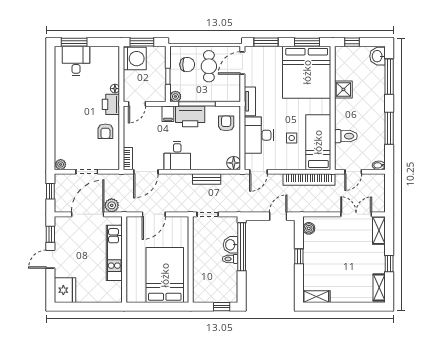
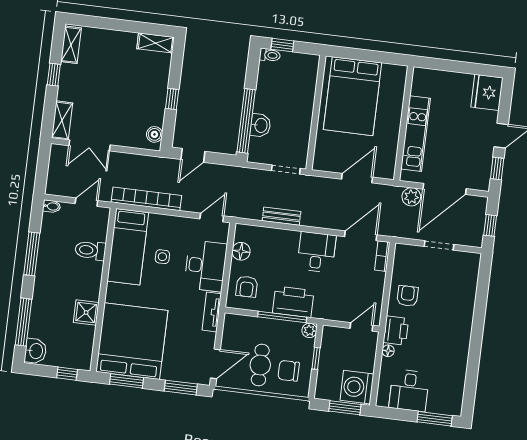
desk: (76, 61) -> (409, 390), moved
filing cabinet: (168, 114) -> (322, 309), removed
floor lamp: (234, 163) -> (241, 251), moved
plant: (61, 164) -> (472, 259), removed
toilet: (230, 259) -> (270, 55), moved

